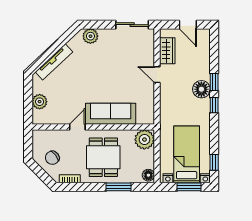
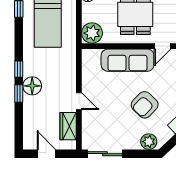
armchair: (94, 71) -> (145, 105), added

